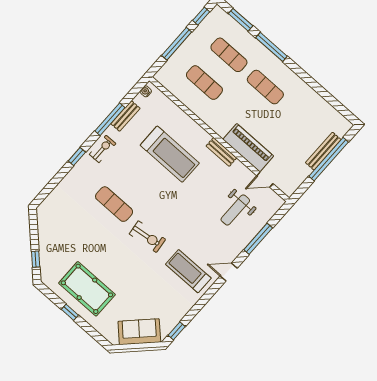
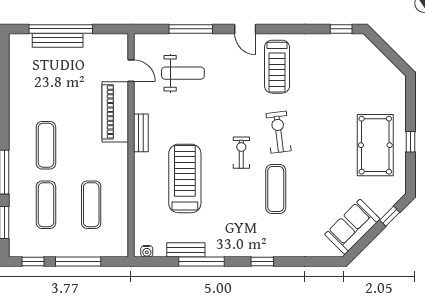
exercise bike: (103, 149) -> (241, 153), moved, turned 90
sofa: (139, 332) -> (352, 227), moved, turned 90

